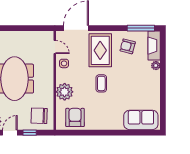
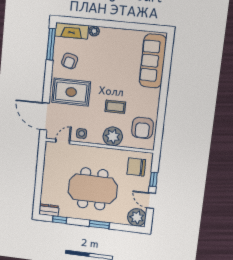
coffee table: (101, 83) -> (115, 107), moved
chair: (39, 116) -> (136, 167), turned 88
armchair: (75, 117) -> (143, 128), turned -90
sofa: (141, 120) -> (153, 61), width x1.36

